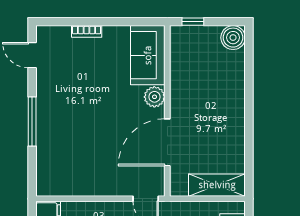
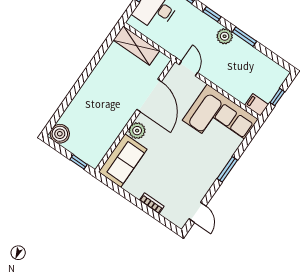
window: (32, 121) -> (227, 169), width x0.69
door: (167, 142) -> (149, 95), hinge flipped
corner sofa: (75, 168) -> (220, 120), added

